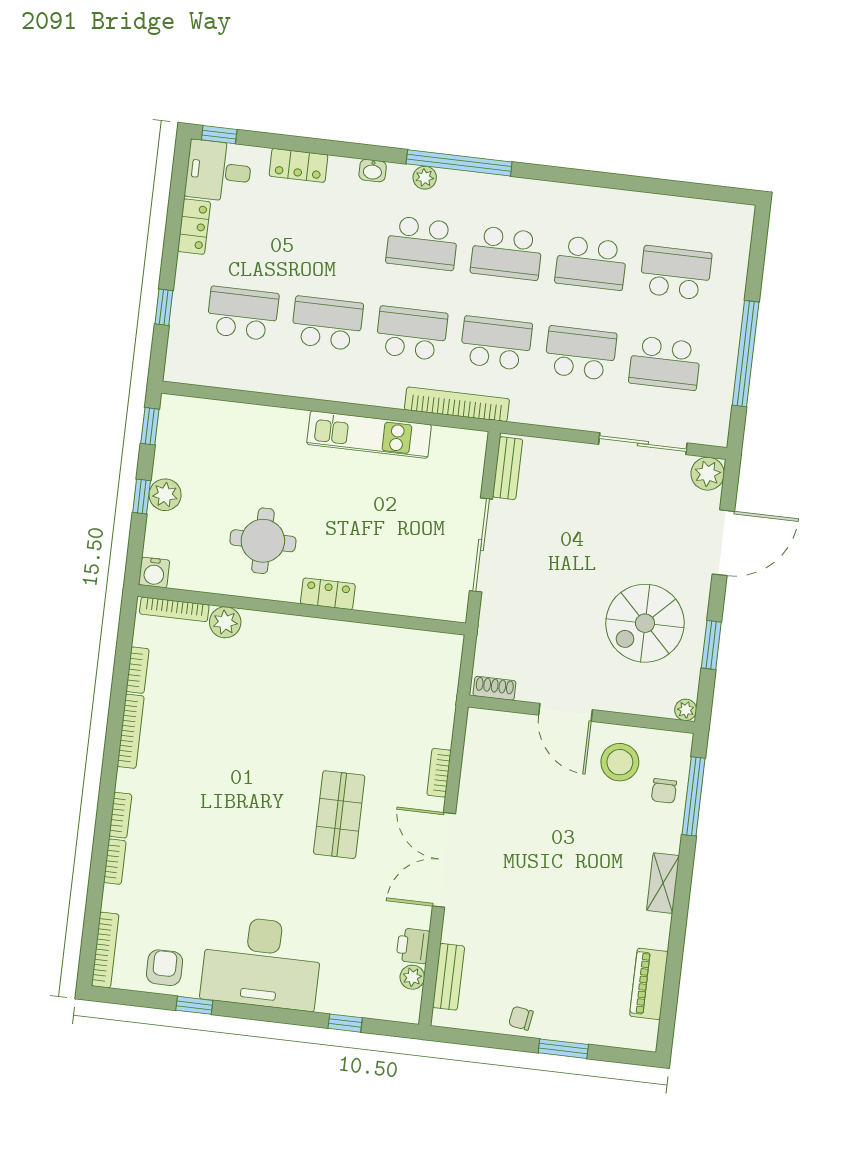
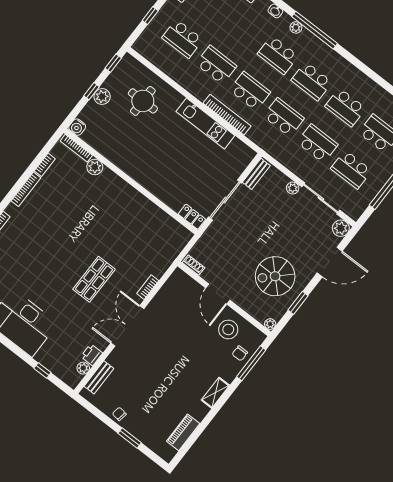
school desk: (243, 313) -> (182, 39), turned 180
bookcase: (457, 404) -> (227, 115), moved
plant: (584, 455) -> (293, 188), added
round table: (263, 541) -> (143, 101), moved
locker: (328, 594) -> (192, 217), moved

